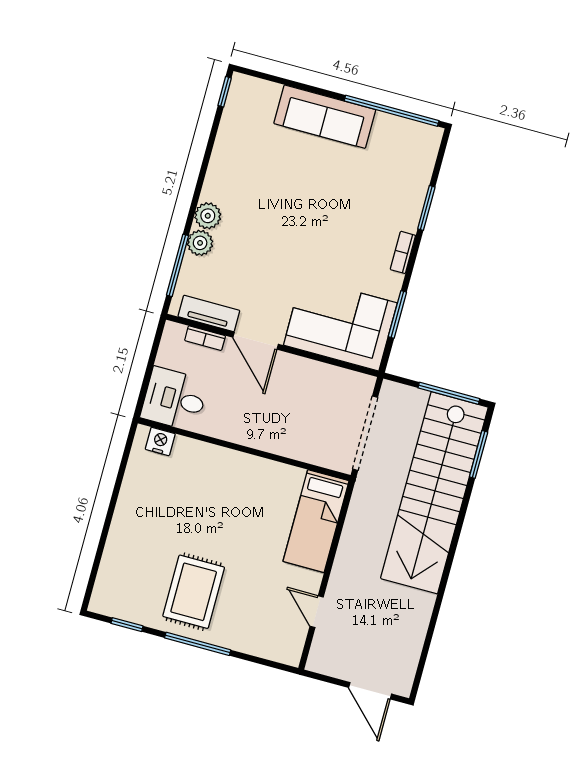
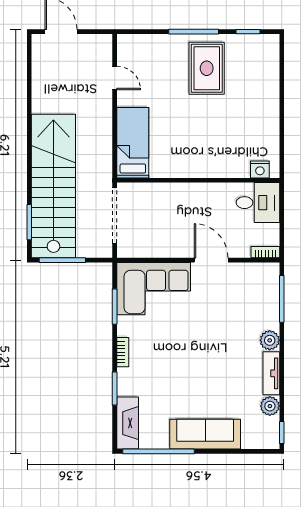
fireplace: (422, 158) -> (128, 423), added
plant: (200, 243) -> (270, 406), moved
tv unit: (209, 313) -> (271, 373), moved, turned 90
bookcase: (205, 338) -> (265, 252), moved

